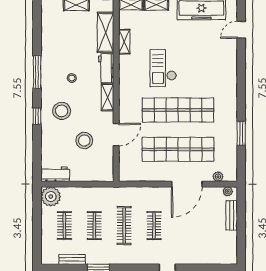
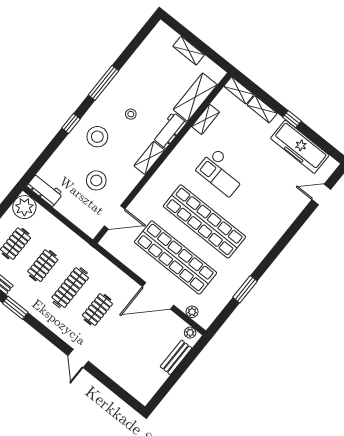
checkout: (163, 68) -> (222, 172), turned -90
door: (116, 135) -> (115, 217), moved

